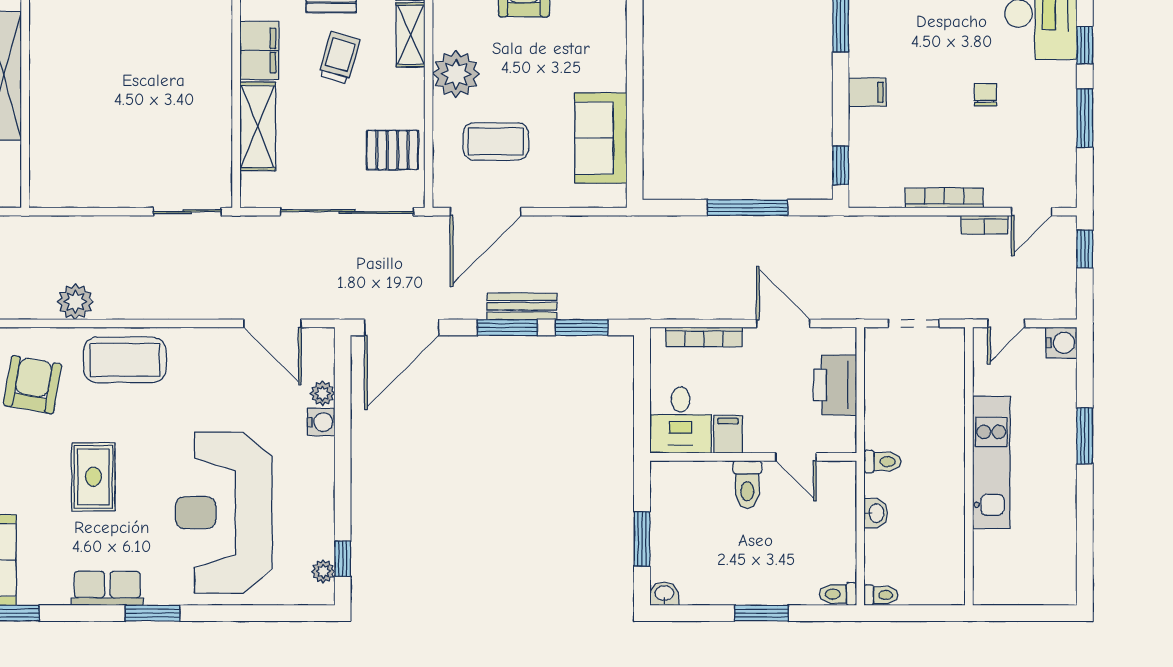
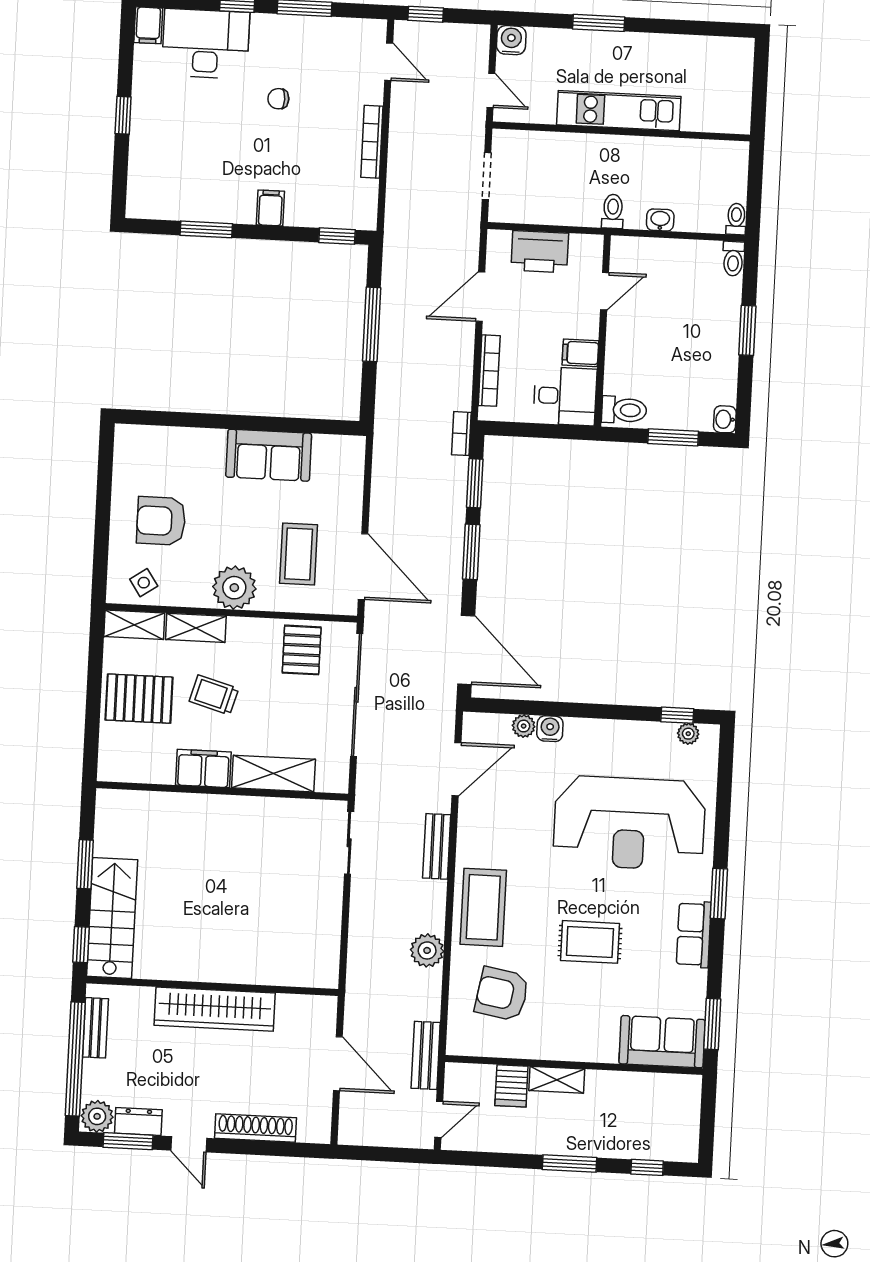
sofa: (601, 138) -> (269, 455), moved
bookcase: (984, 225) -> (461, 434), moved, turned 180
bench: (522, 306) -> (437, 846), moved
toilet: (747, 485) -> (624, 410), moved

